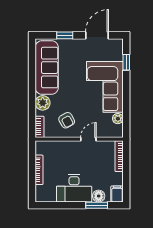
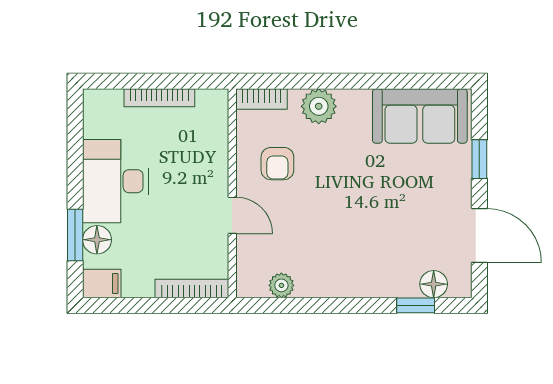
floor lamp: (117, 55) -> (434, 284), added
sofa: (47, 68) -> (420, 116), width x0.73
corner sofa: (105, 87) -> (357, 255), removed
armchair: (67, 120) -> (277, 164), turned -61

